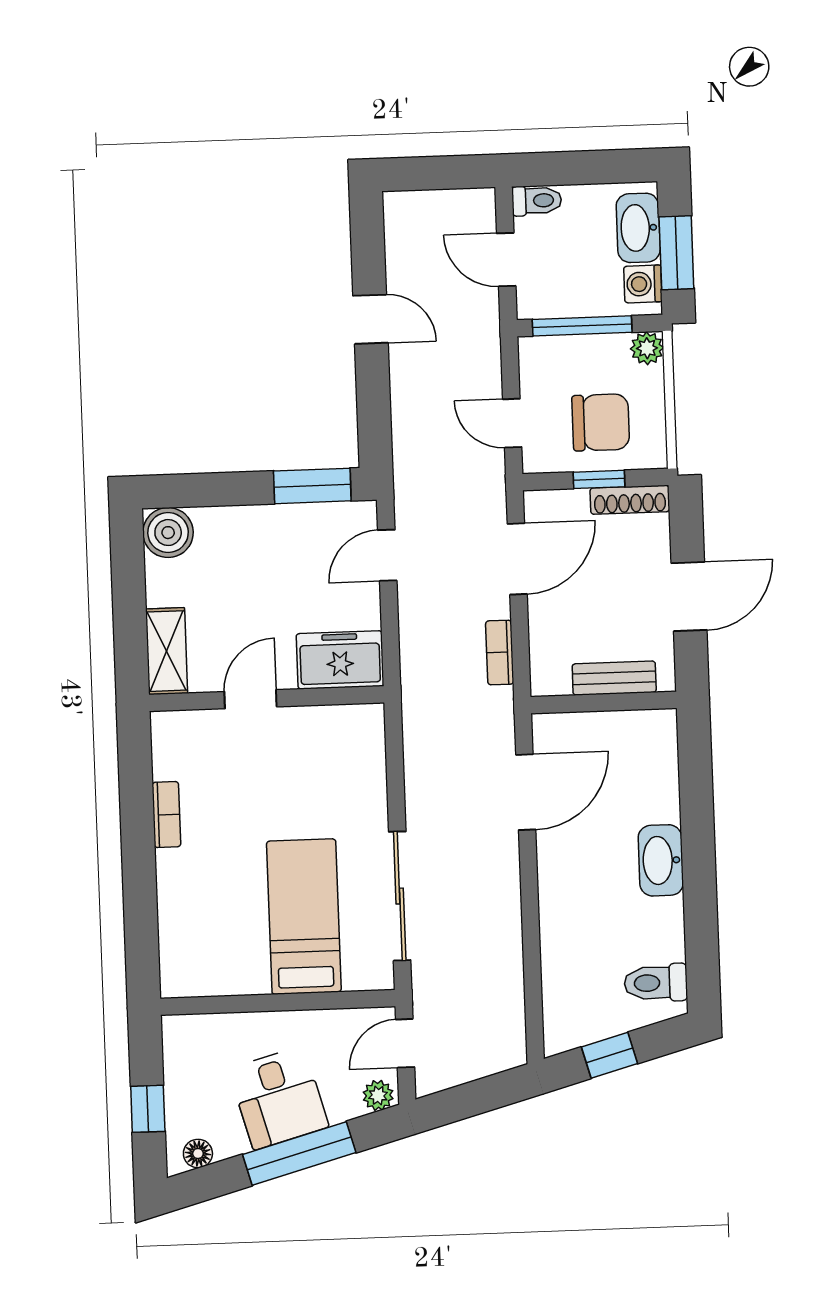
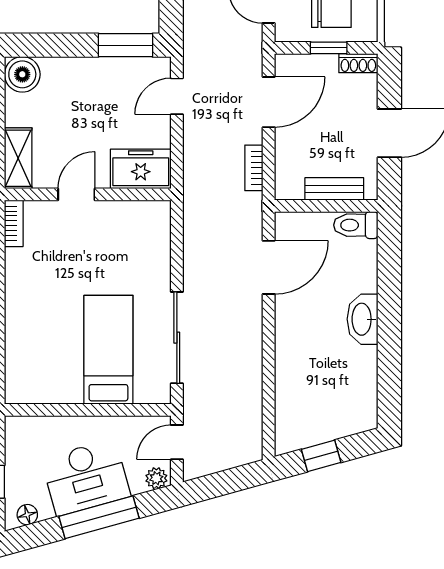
shoe rack: (630, 500) -> (358, 63), width x0.70
bookcase: (166, 815) -> (14, 223), moved
toilet: (656, 983) -> (356, 225), moved
desk: (279, 1098) -> (86, 477), width x1.37

